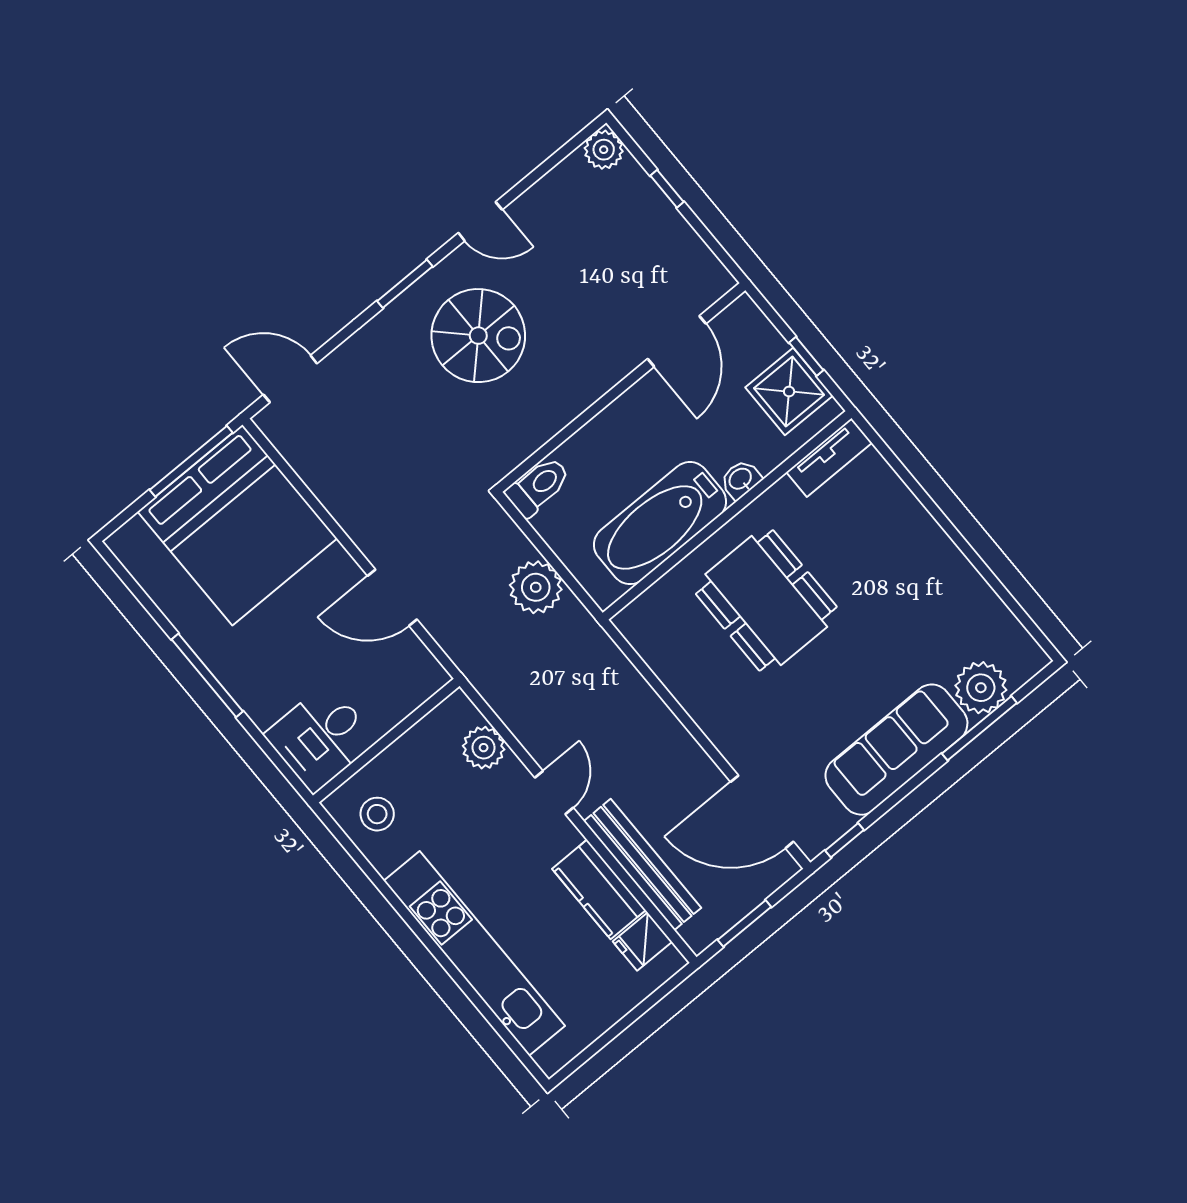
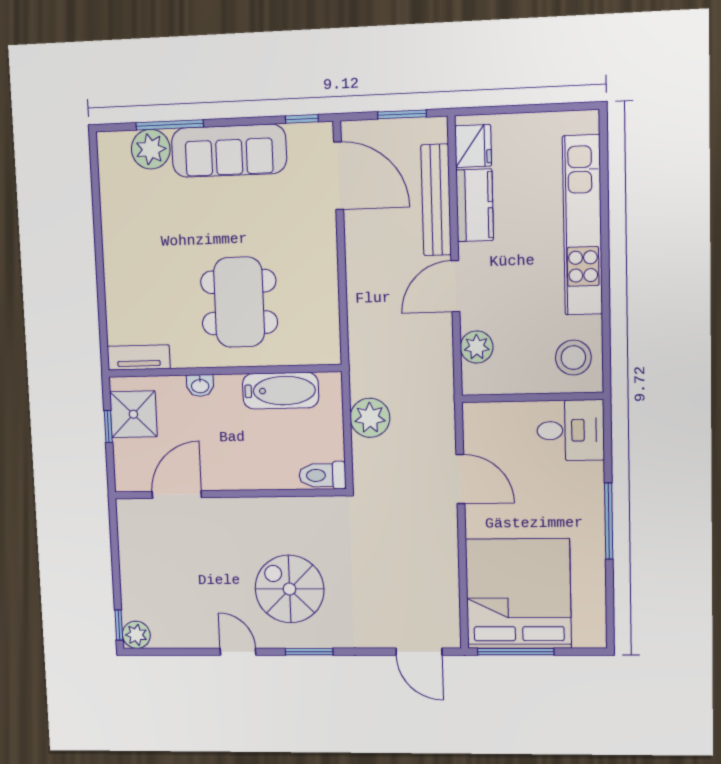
window: (667, 189) -> (119, 625), moved
bathtub: (660, 523) -> (281, 391), width x0.73, depth x0.73
door: (554, 793) -> (455, 286), width x1.38
stool: (377, 814) -> (573, 358), width x1.38, depth x1.38
fridge: (642, 942) -> (473, 146), width x1.38

